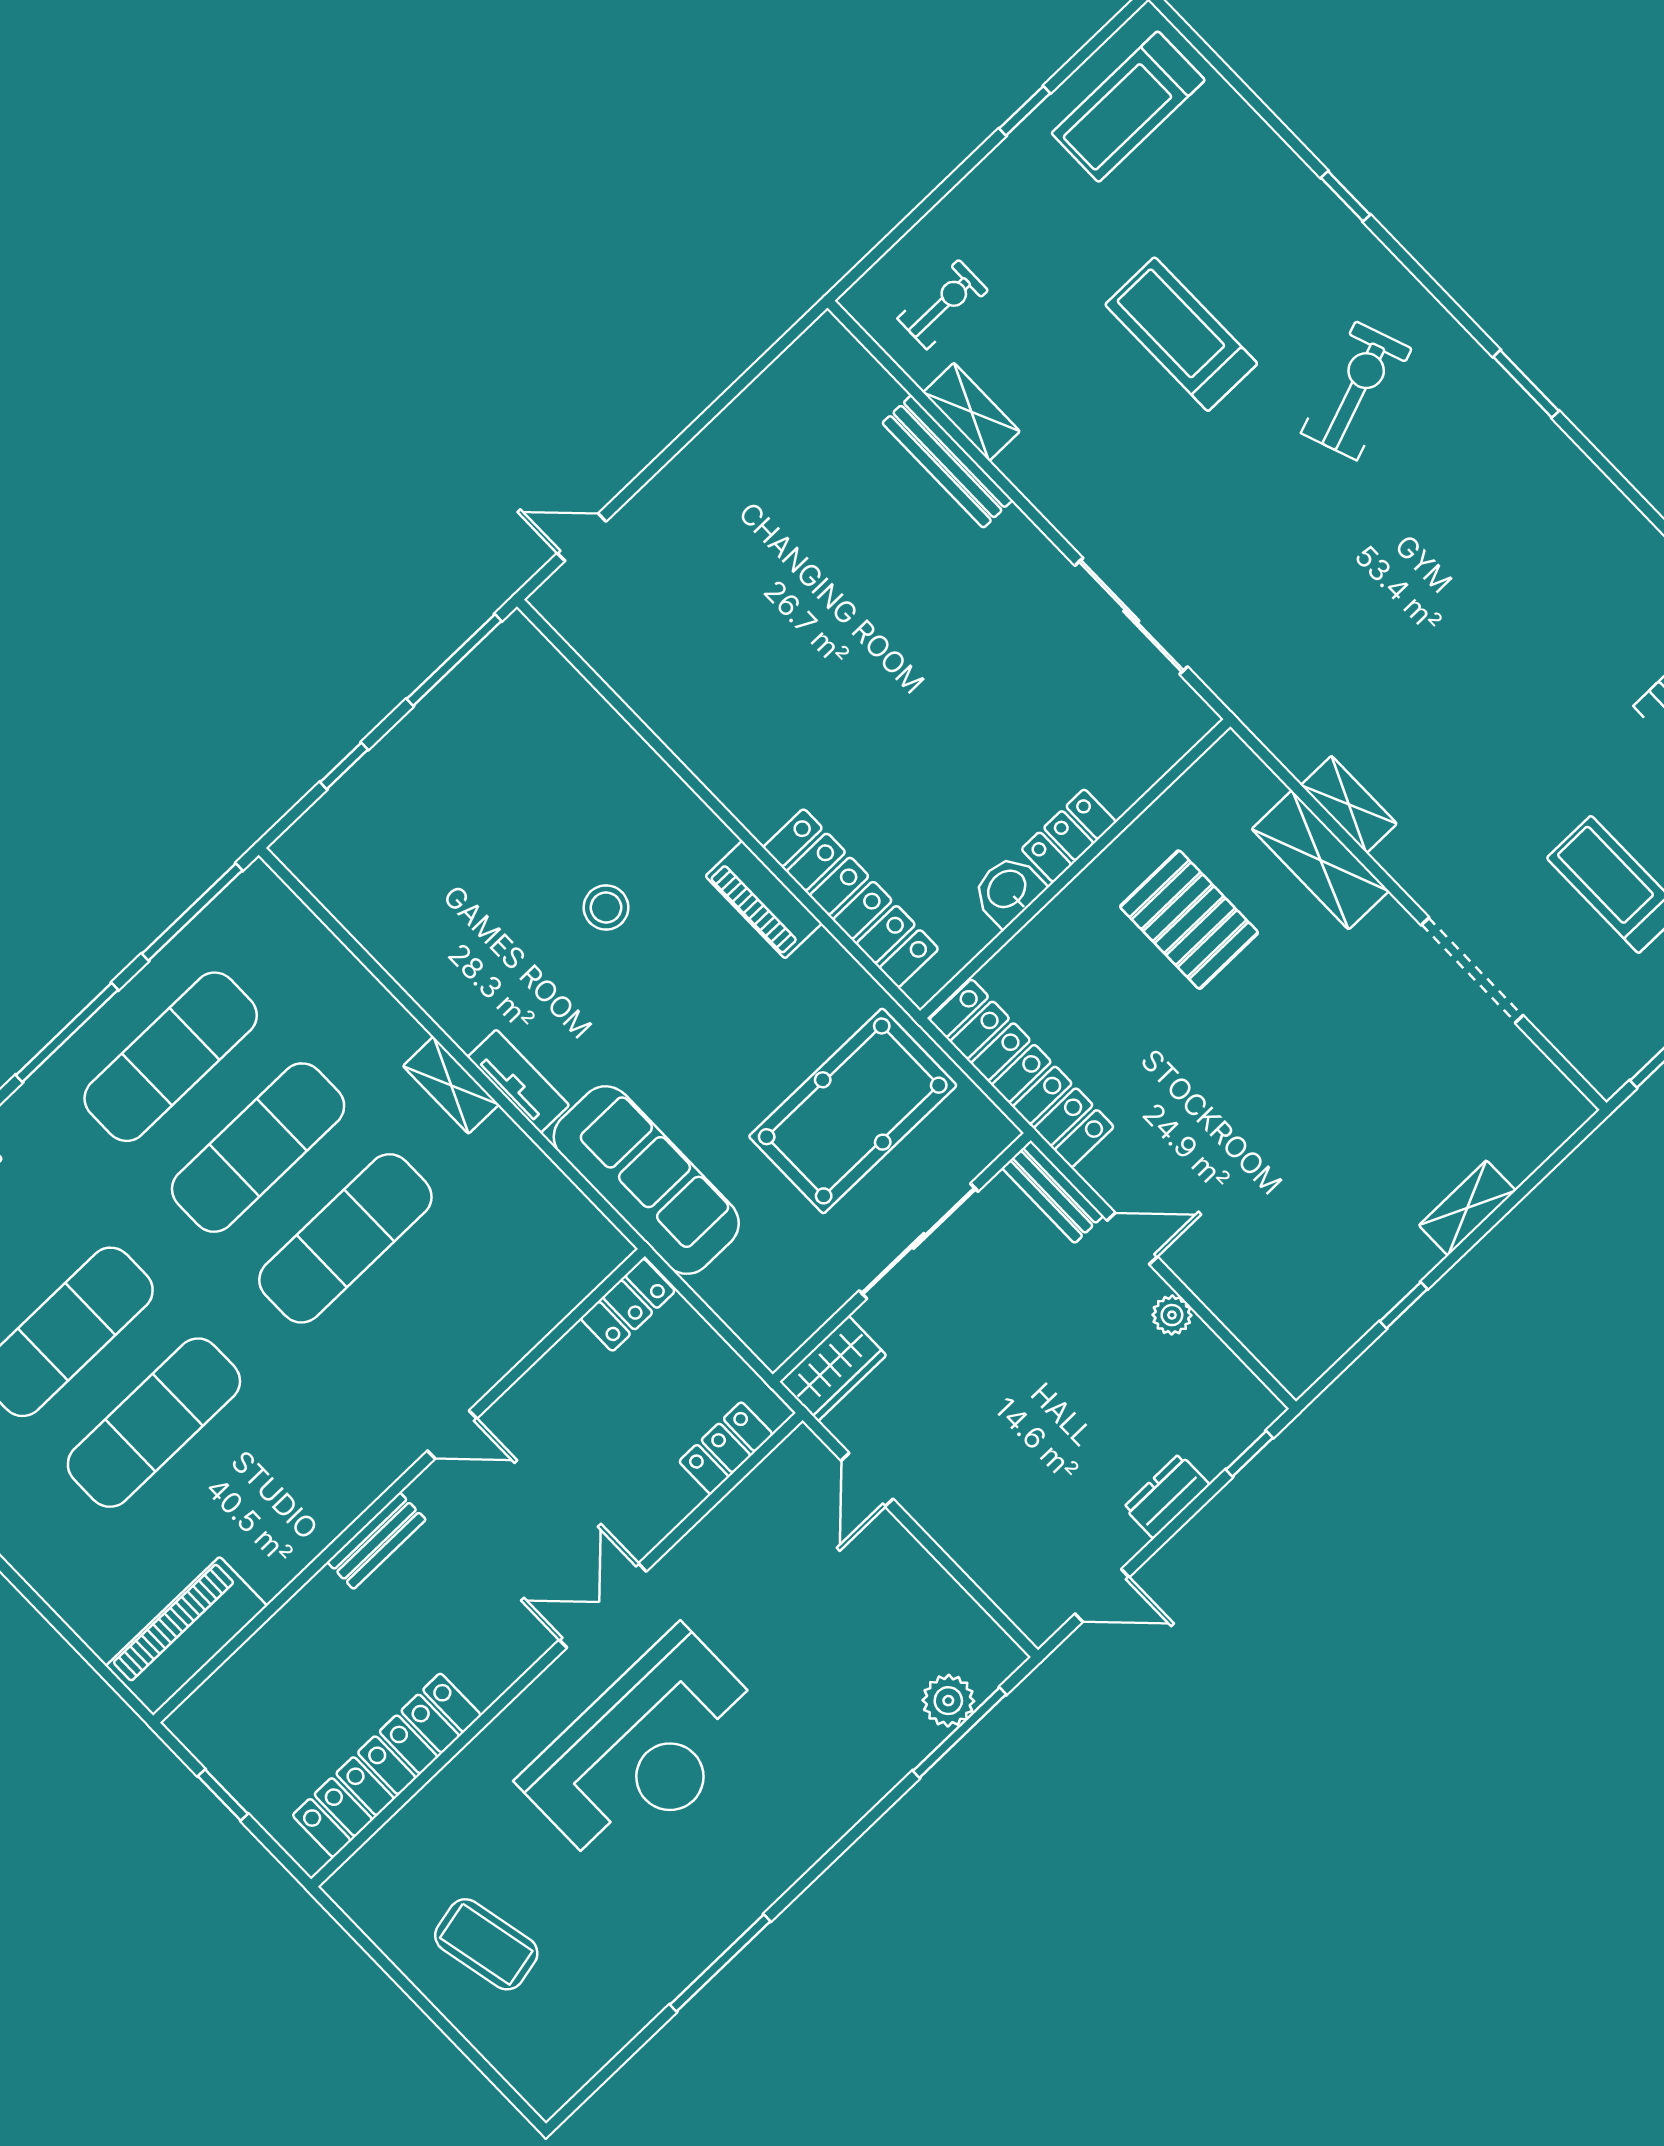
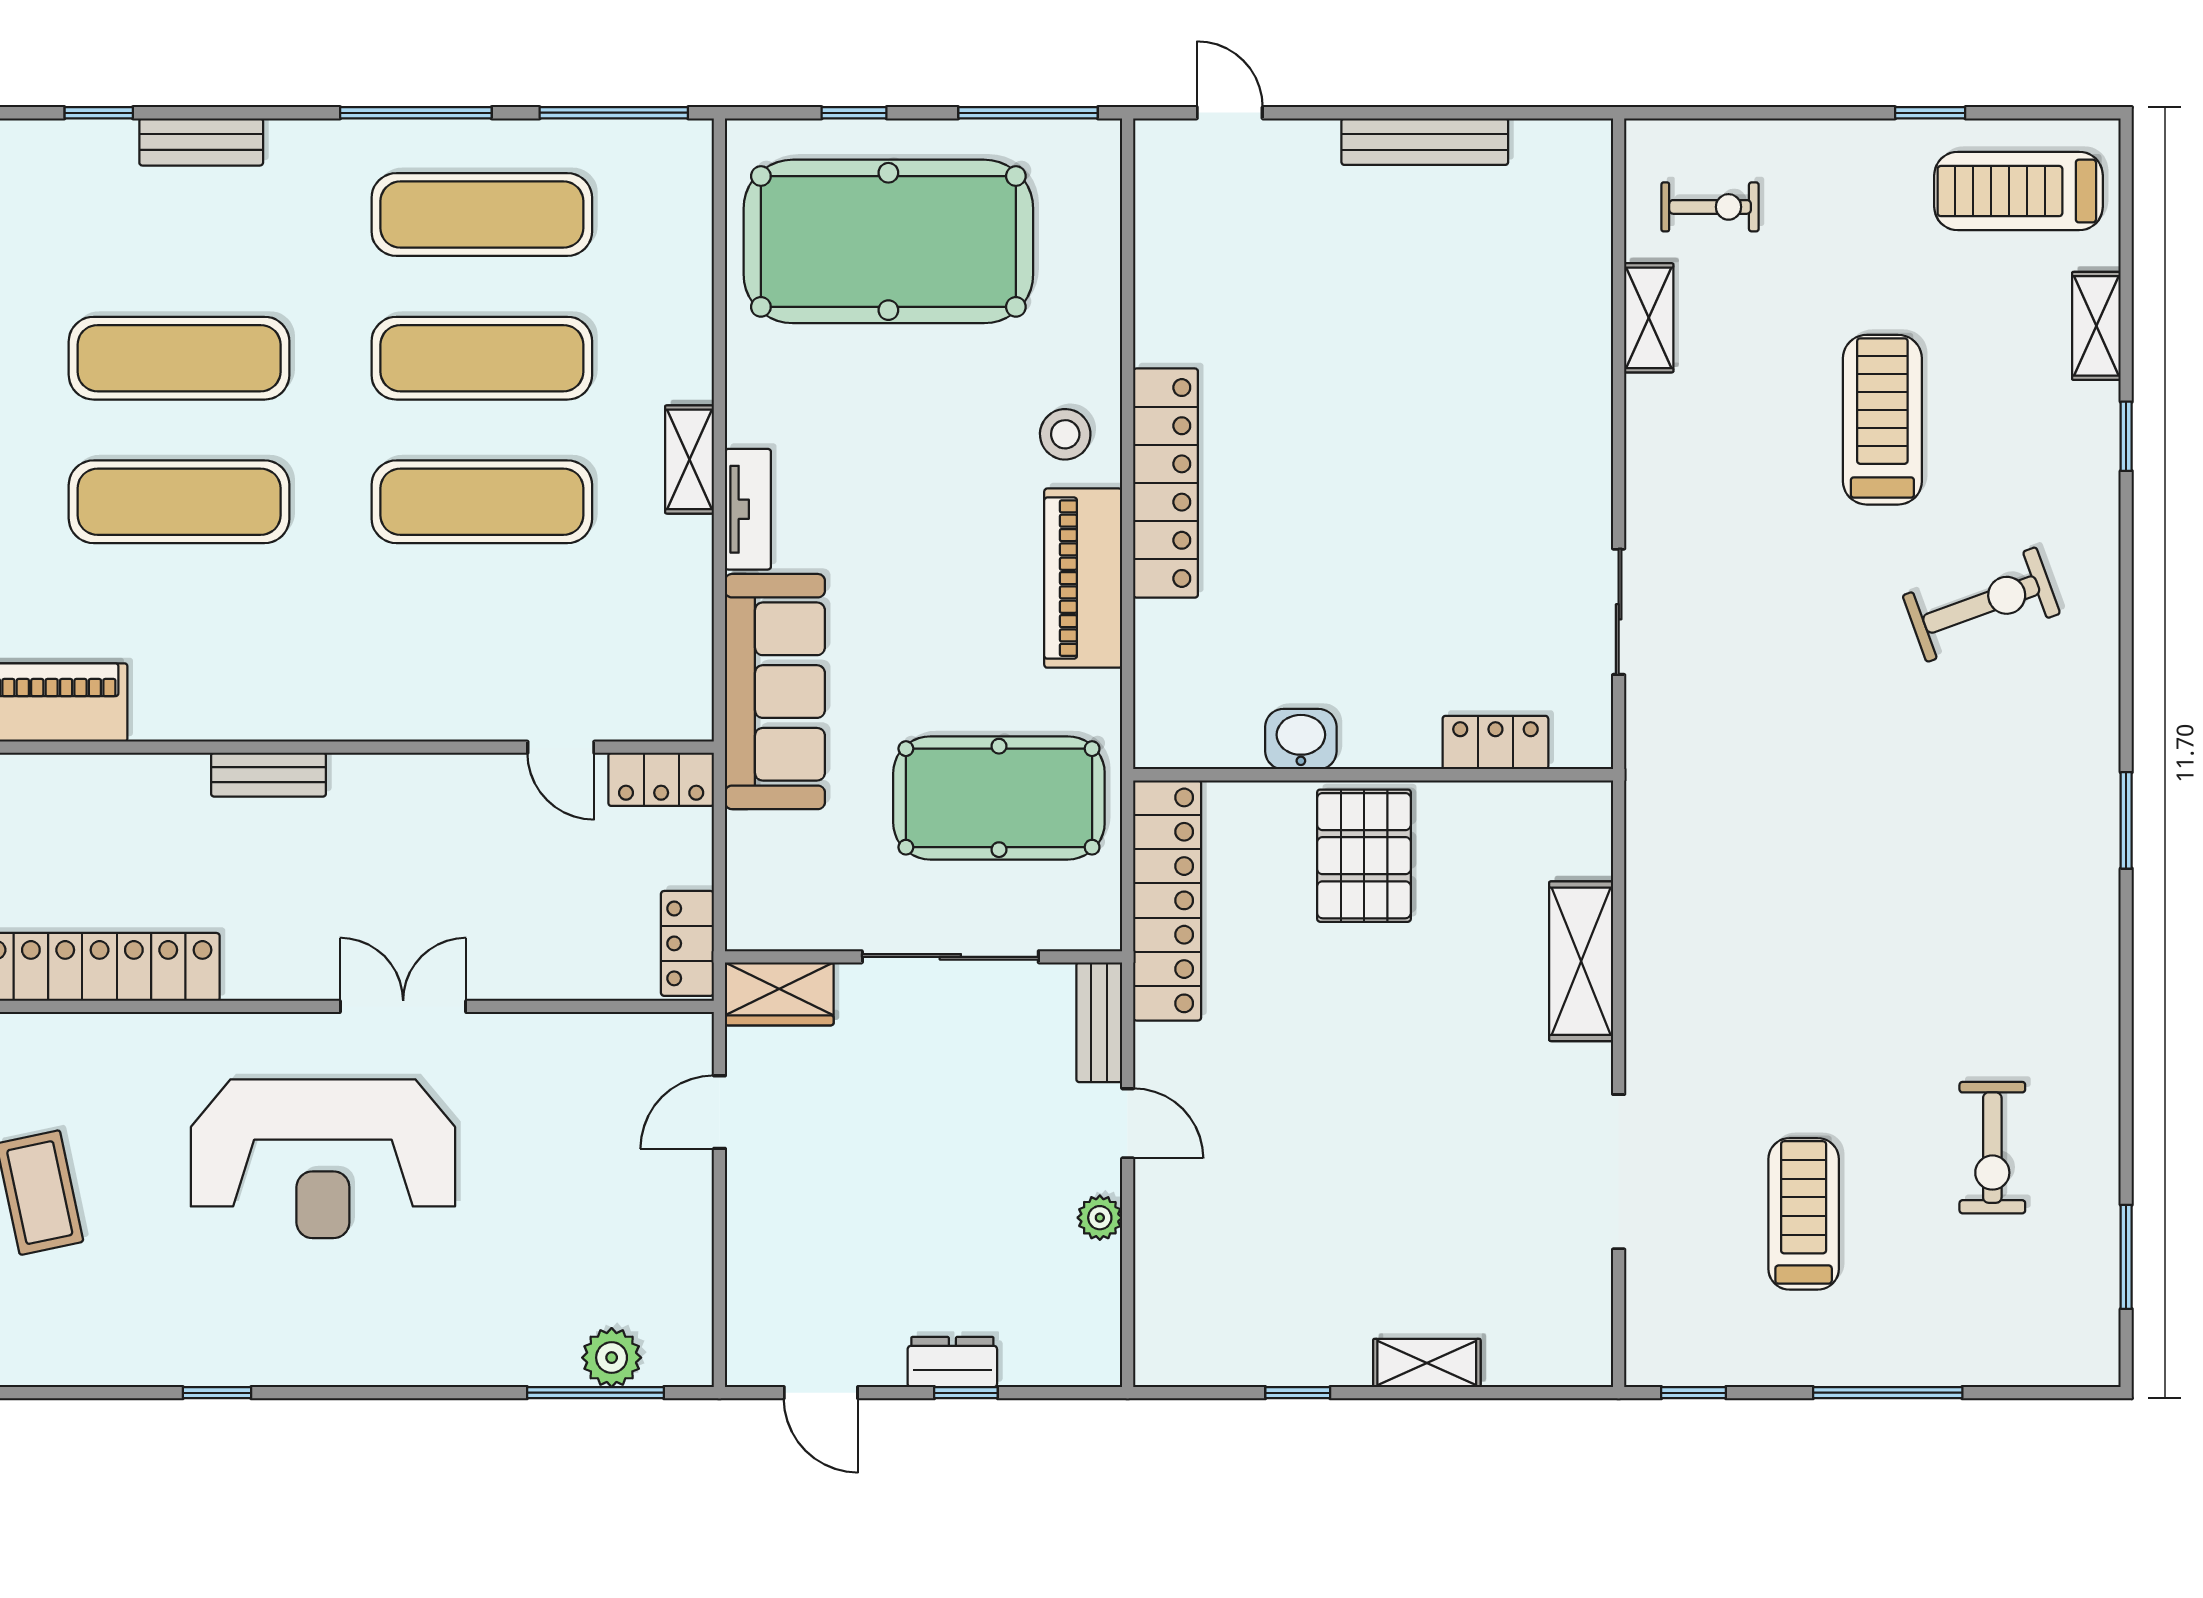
window: (1526, 384) -> (2126, 820), moved
bench: (947, 462) -> (1425, 142), moved, turned 90
sliding door: (1131, 616) -> (1619, 612), width x0.73
shelving: (1349, 804) -> (2096, 326), moved
pool table: (444, 826) -> (888, 241), added
locker: (1069, 836) -> (1495, 743), moved
locker: (851, 898) -> (1166, 483), moved
piano: (764, 900) -> (1083, 578), width x1.37, depth x1.33
stool: (606, 907) -> (1065, 434), moved
pallet: (1189, 920) -> (1364, 856), moved
door: (452, 1435) -> (561, 747), moved
locker: (726, 1448) -> (687, 943), moved, turned -90
window: (1249, 1454) -> (966, 1393), moved
window: (720, 1963) -> (217, 1393), width x0.46

